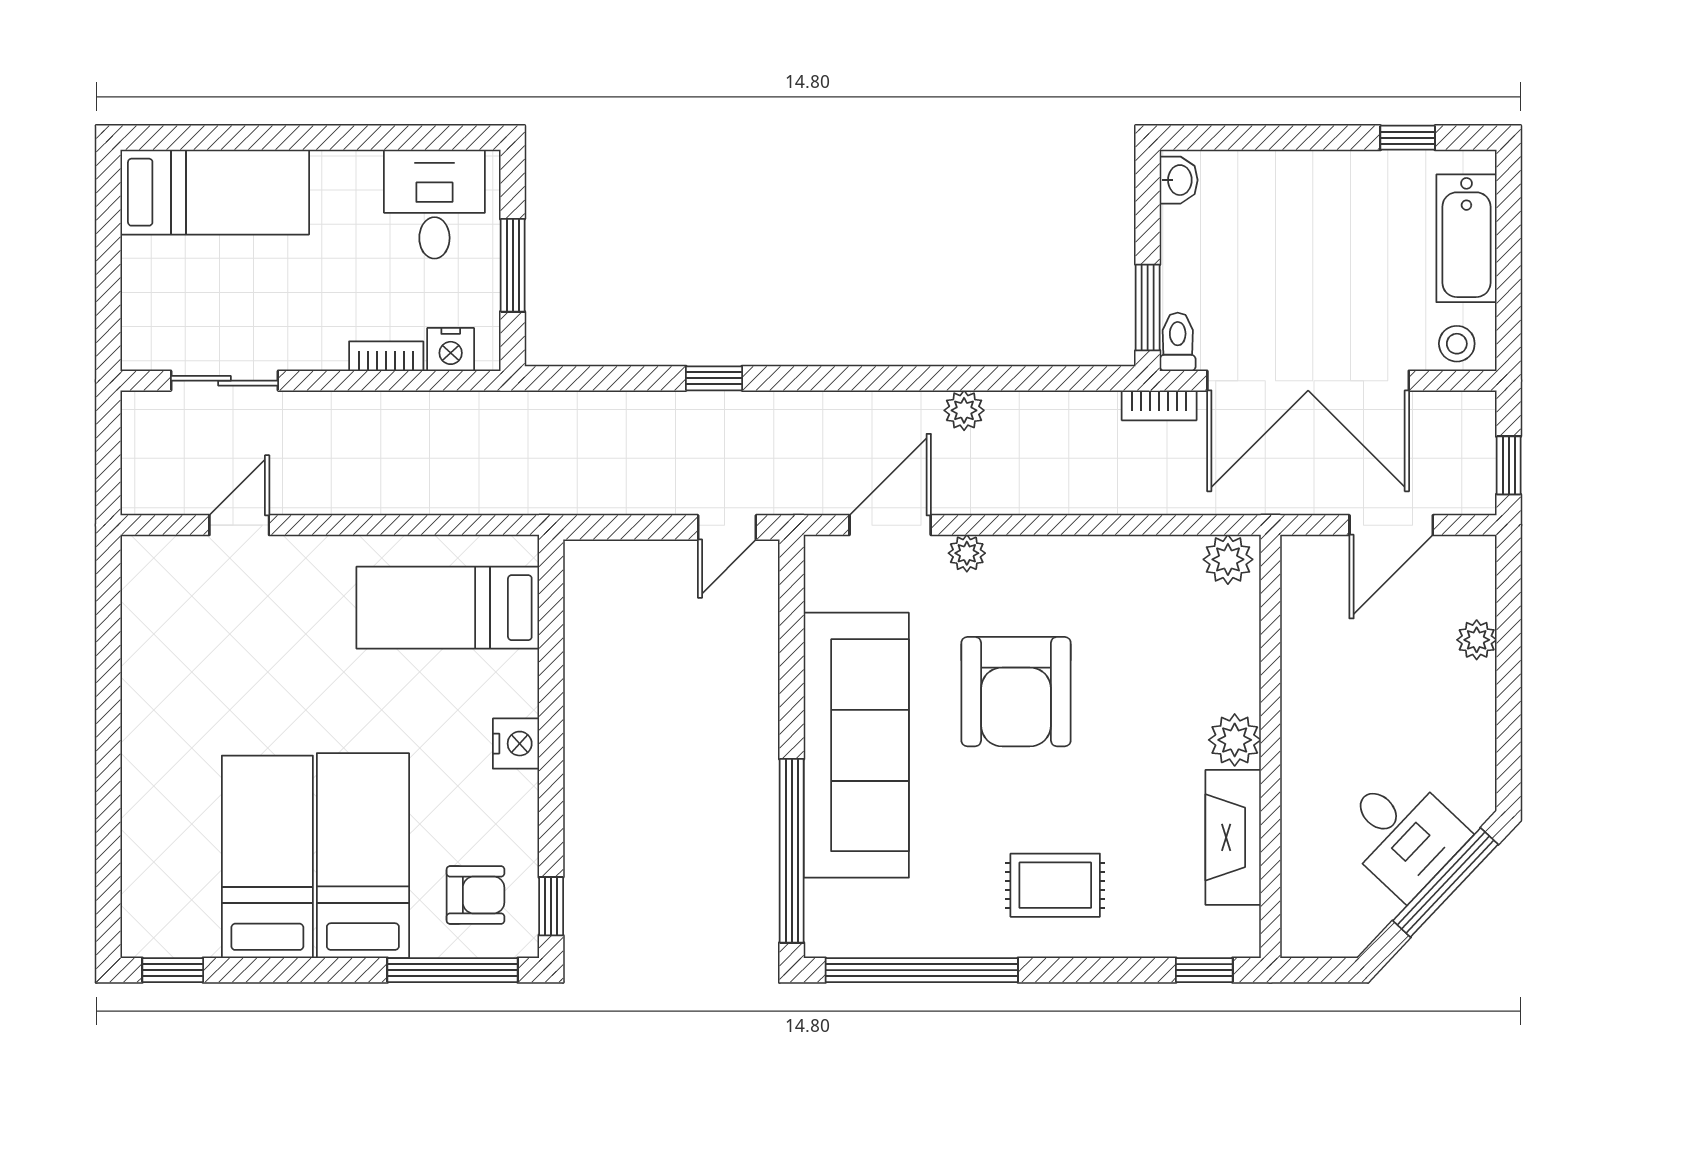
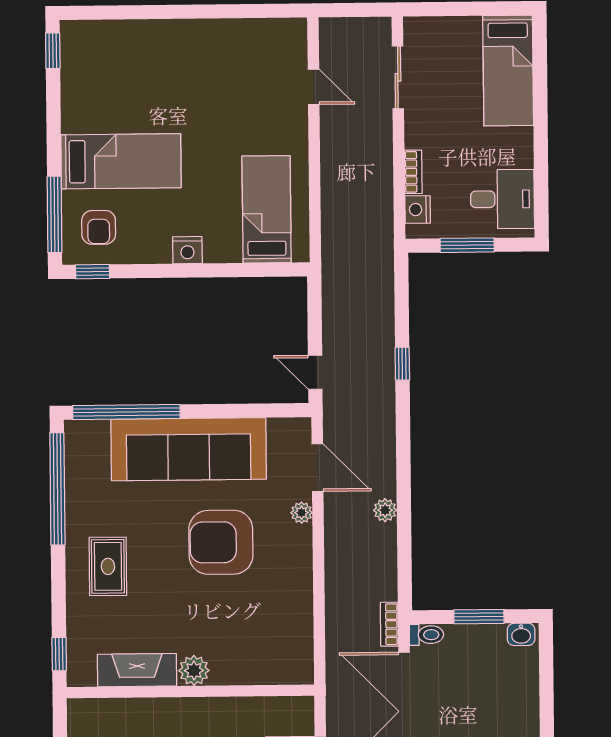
window: (1148, 308) -> (479, 617), moved
plant: (1228, 559) -> (299, 665), removed
bed: (267, 857) -> (120, 105), removed

